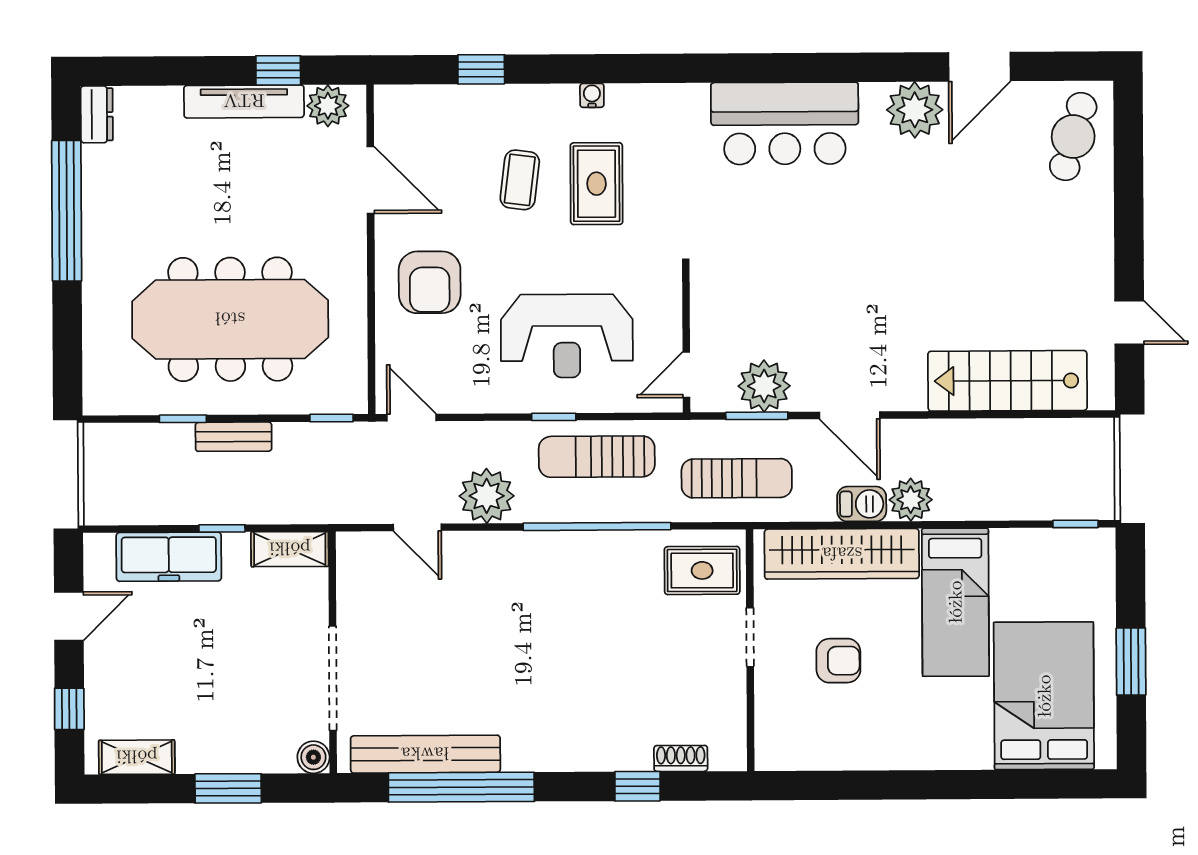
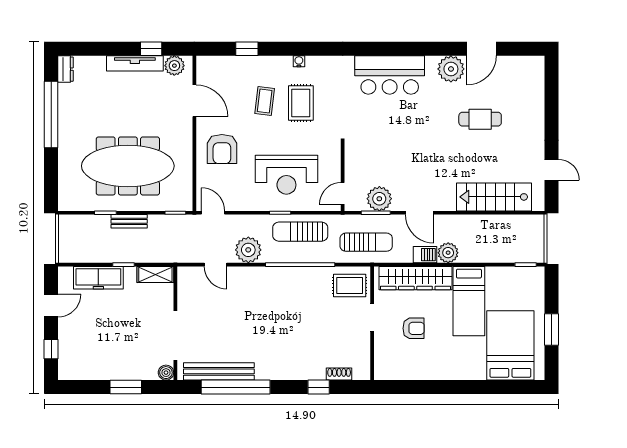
cafe table: (1073, 137) -> (480, 119), moved, turned 74
shelving: (137, 757) -> (83, 372), removed

